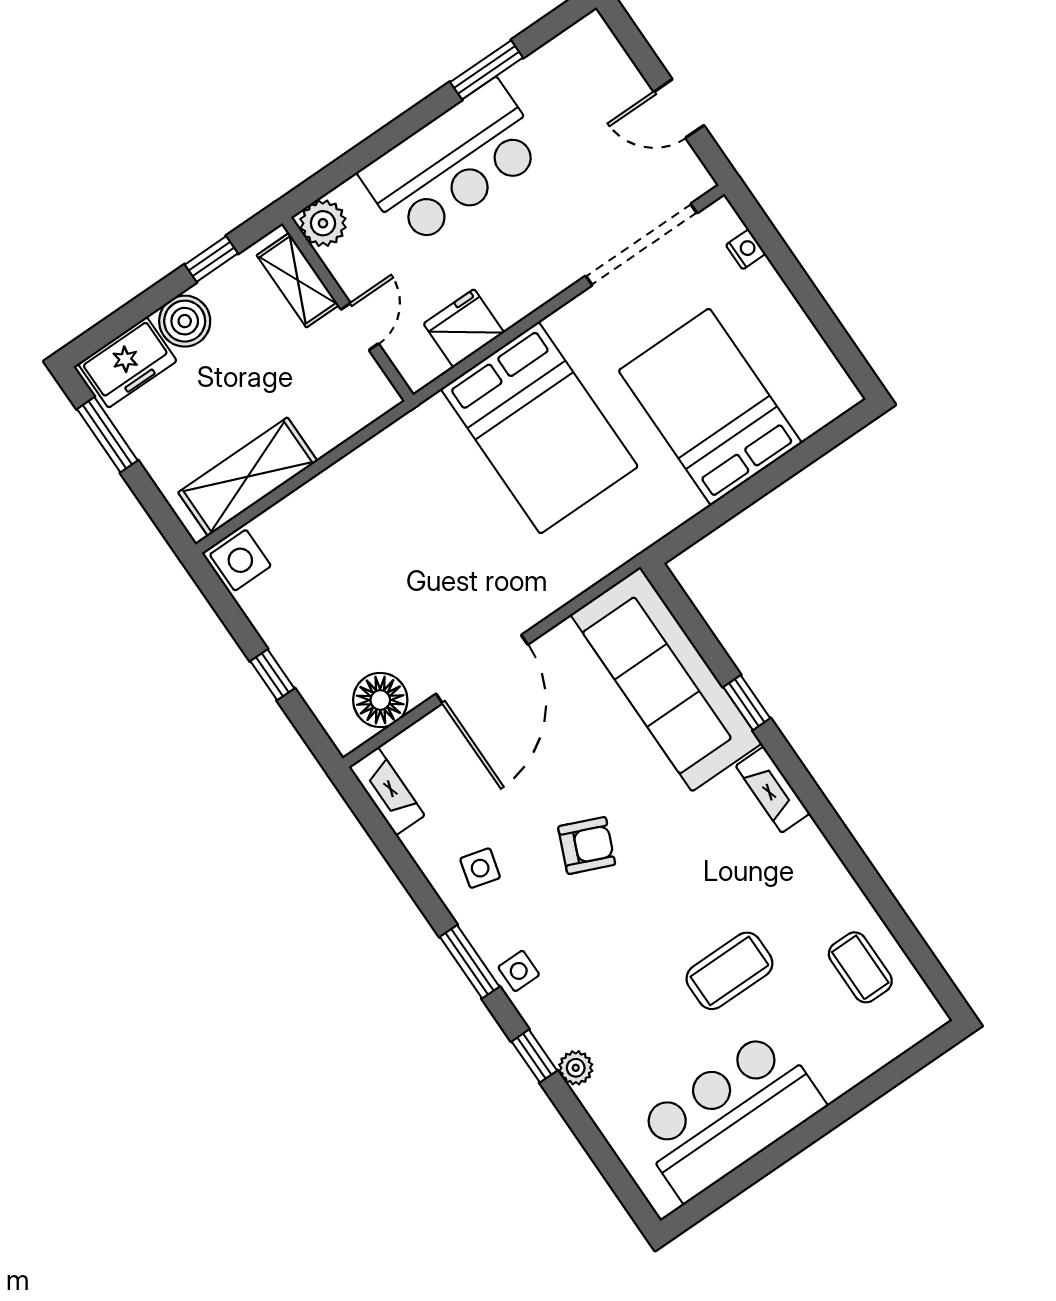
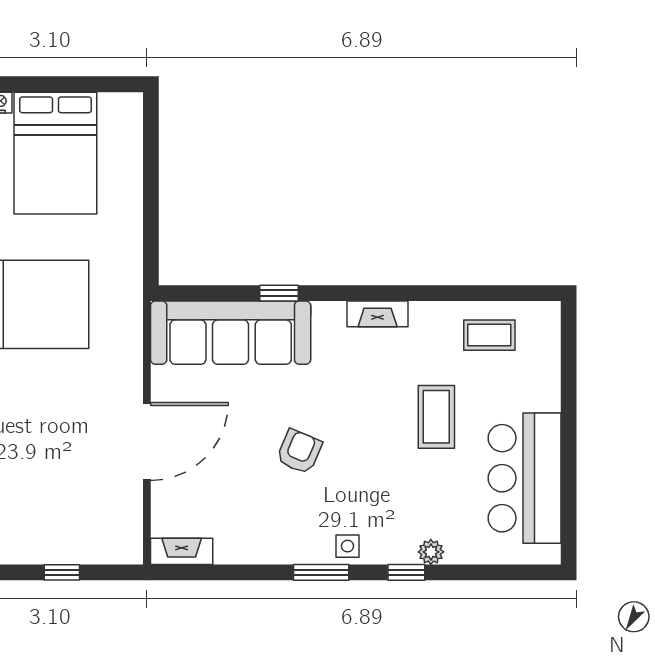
bed: (710, 407) -> (55, 153), moved, turned -90
door: (482, 669) -> (147, 441), hinge flipped
floor lamp: (380, 700) -> (123, 517), removed
fireplace: (773, 790) -> (378, 314), moved
side table: (480, 868) -> (268, 526), removed

